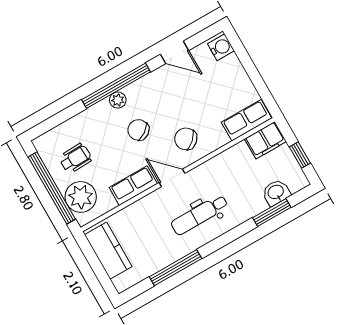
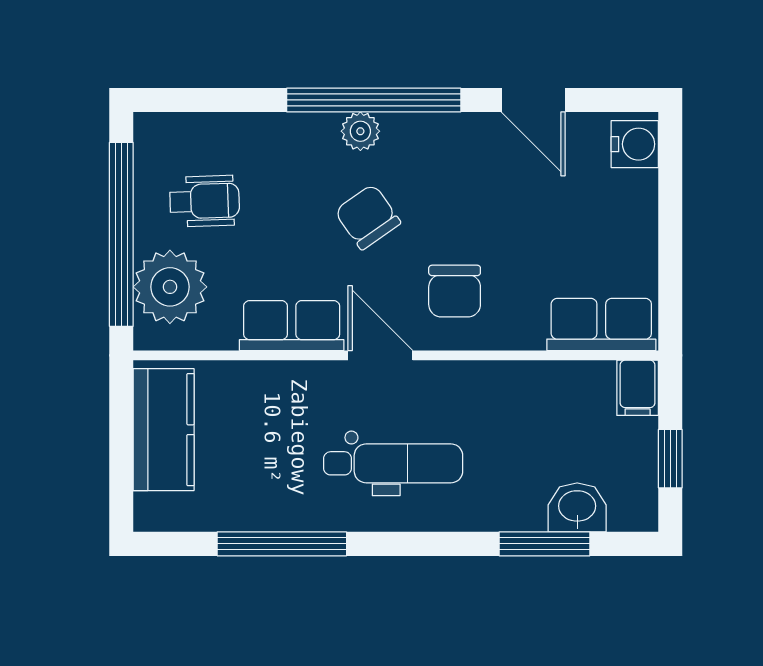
chair: (186, 139) -> (455, 291), turned -137
filing cabinet: (265, 140) -> (638, 388), width x0.50
dental chair: (199, 215) -> (393, 463), turned 180

